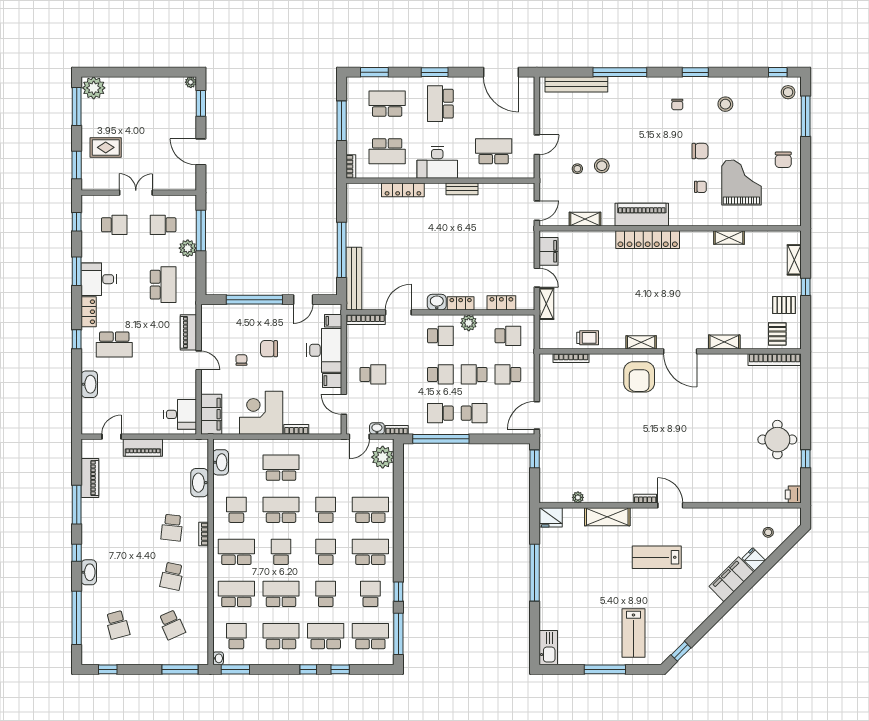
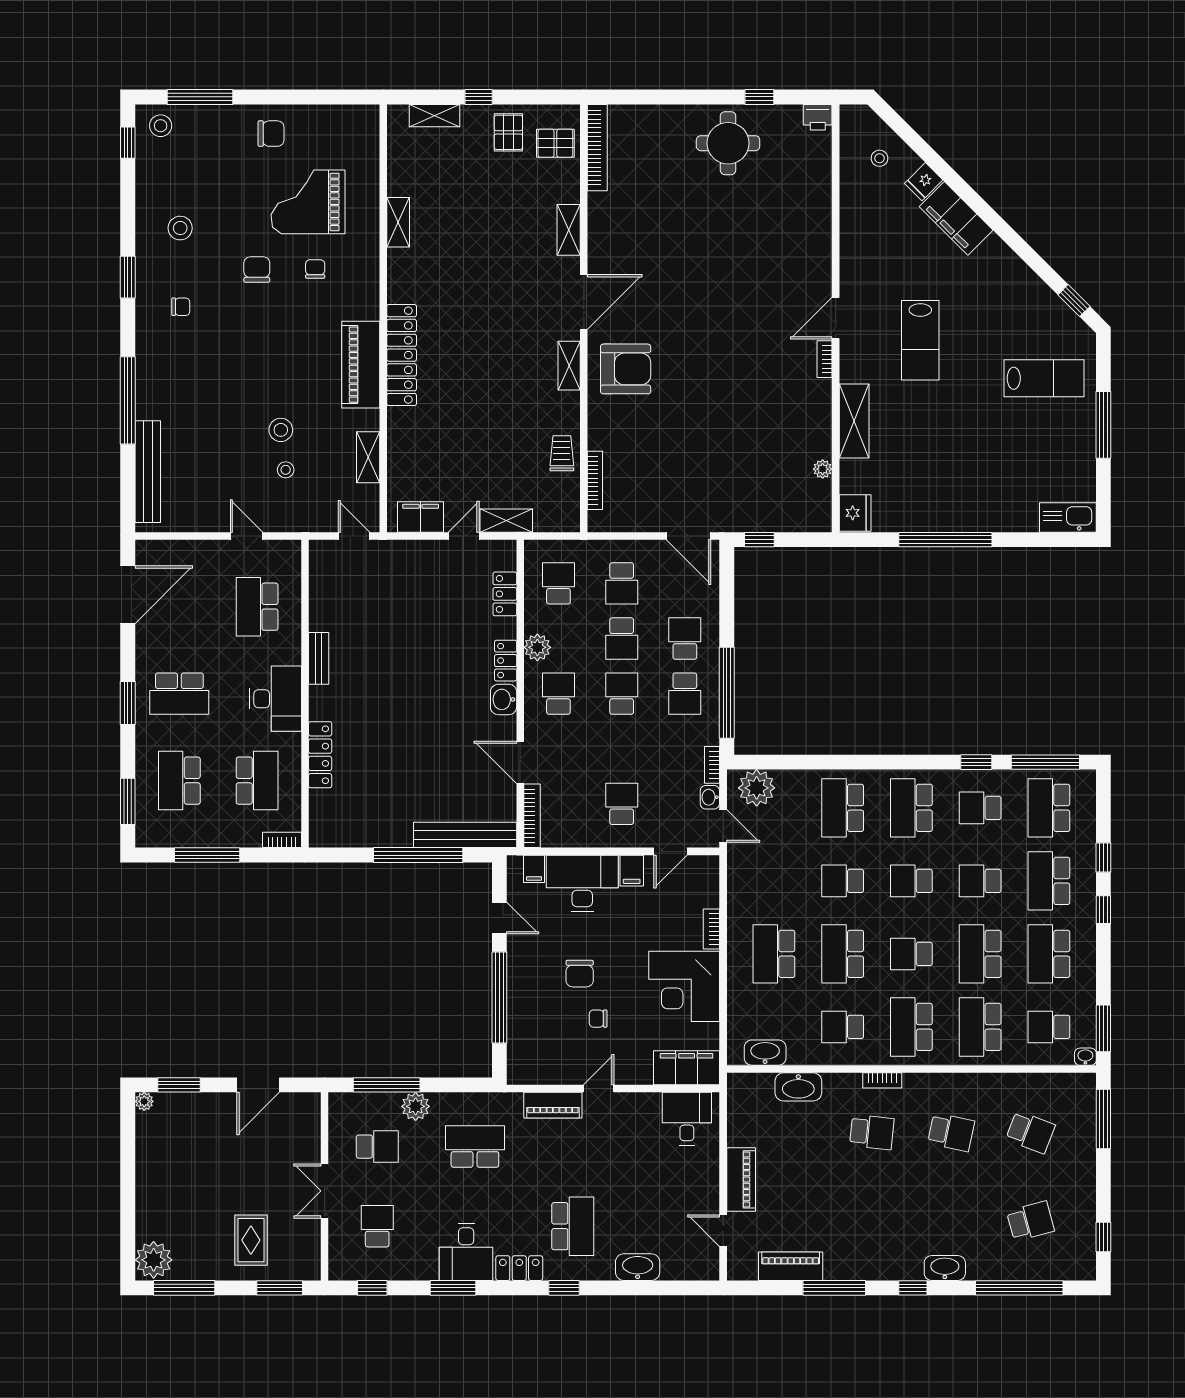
school desk: (163, 225) -> (377, 1147), turned -90
school desk: (172, 625) -> (1030, 1132), turned 45

